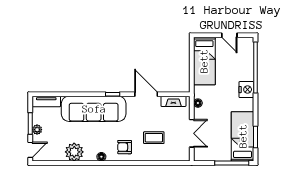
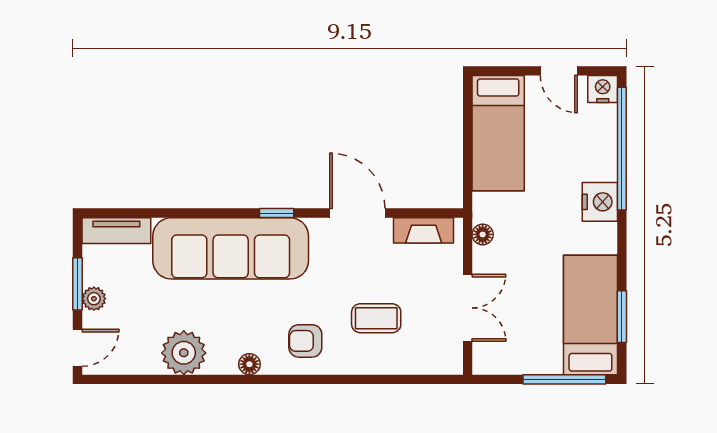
nightstand: (248, 43) -> (603, 89), added

